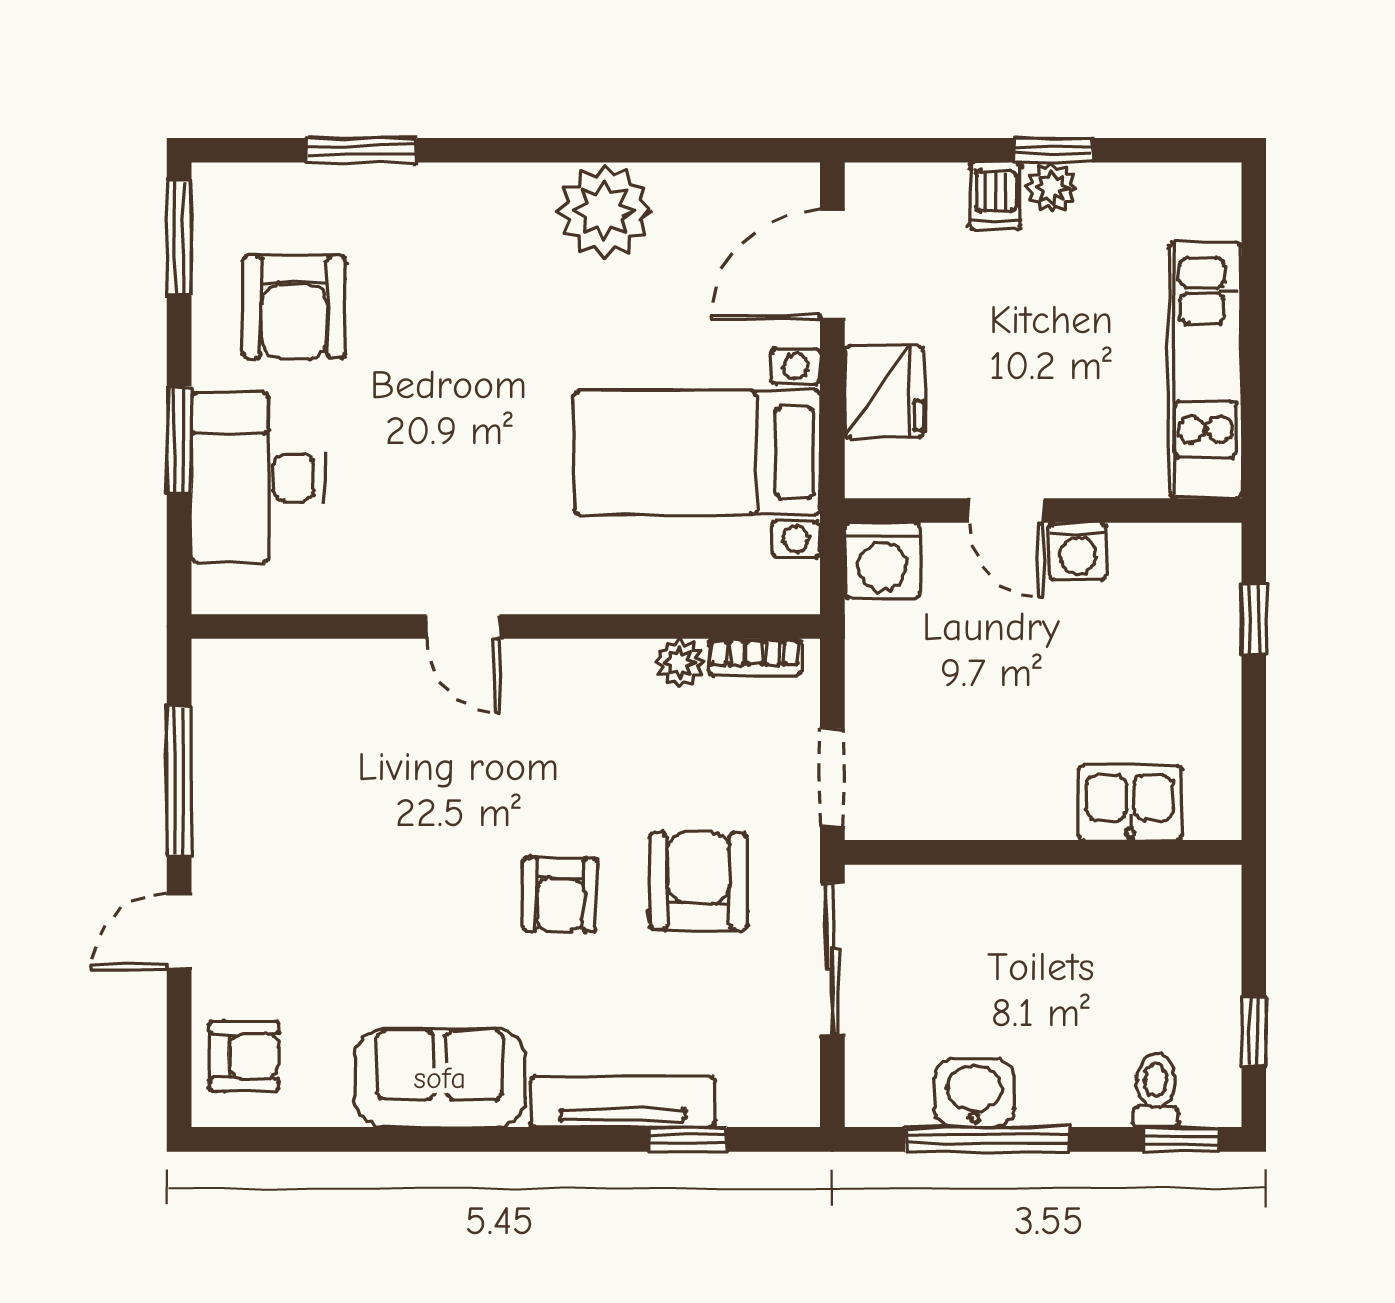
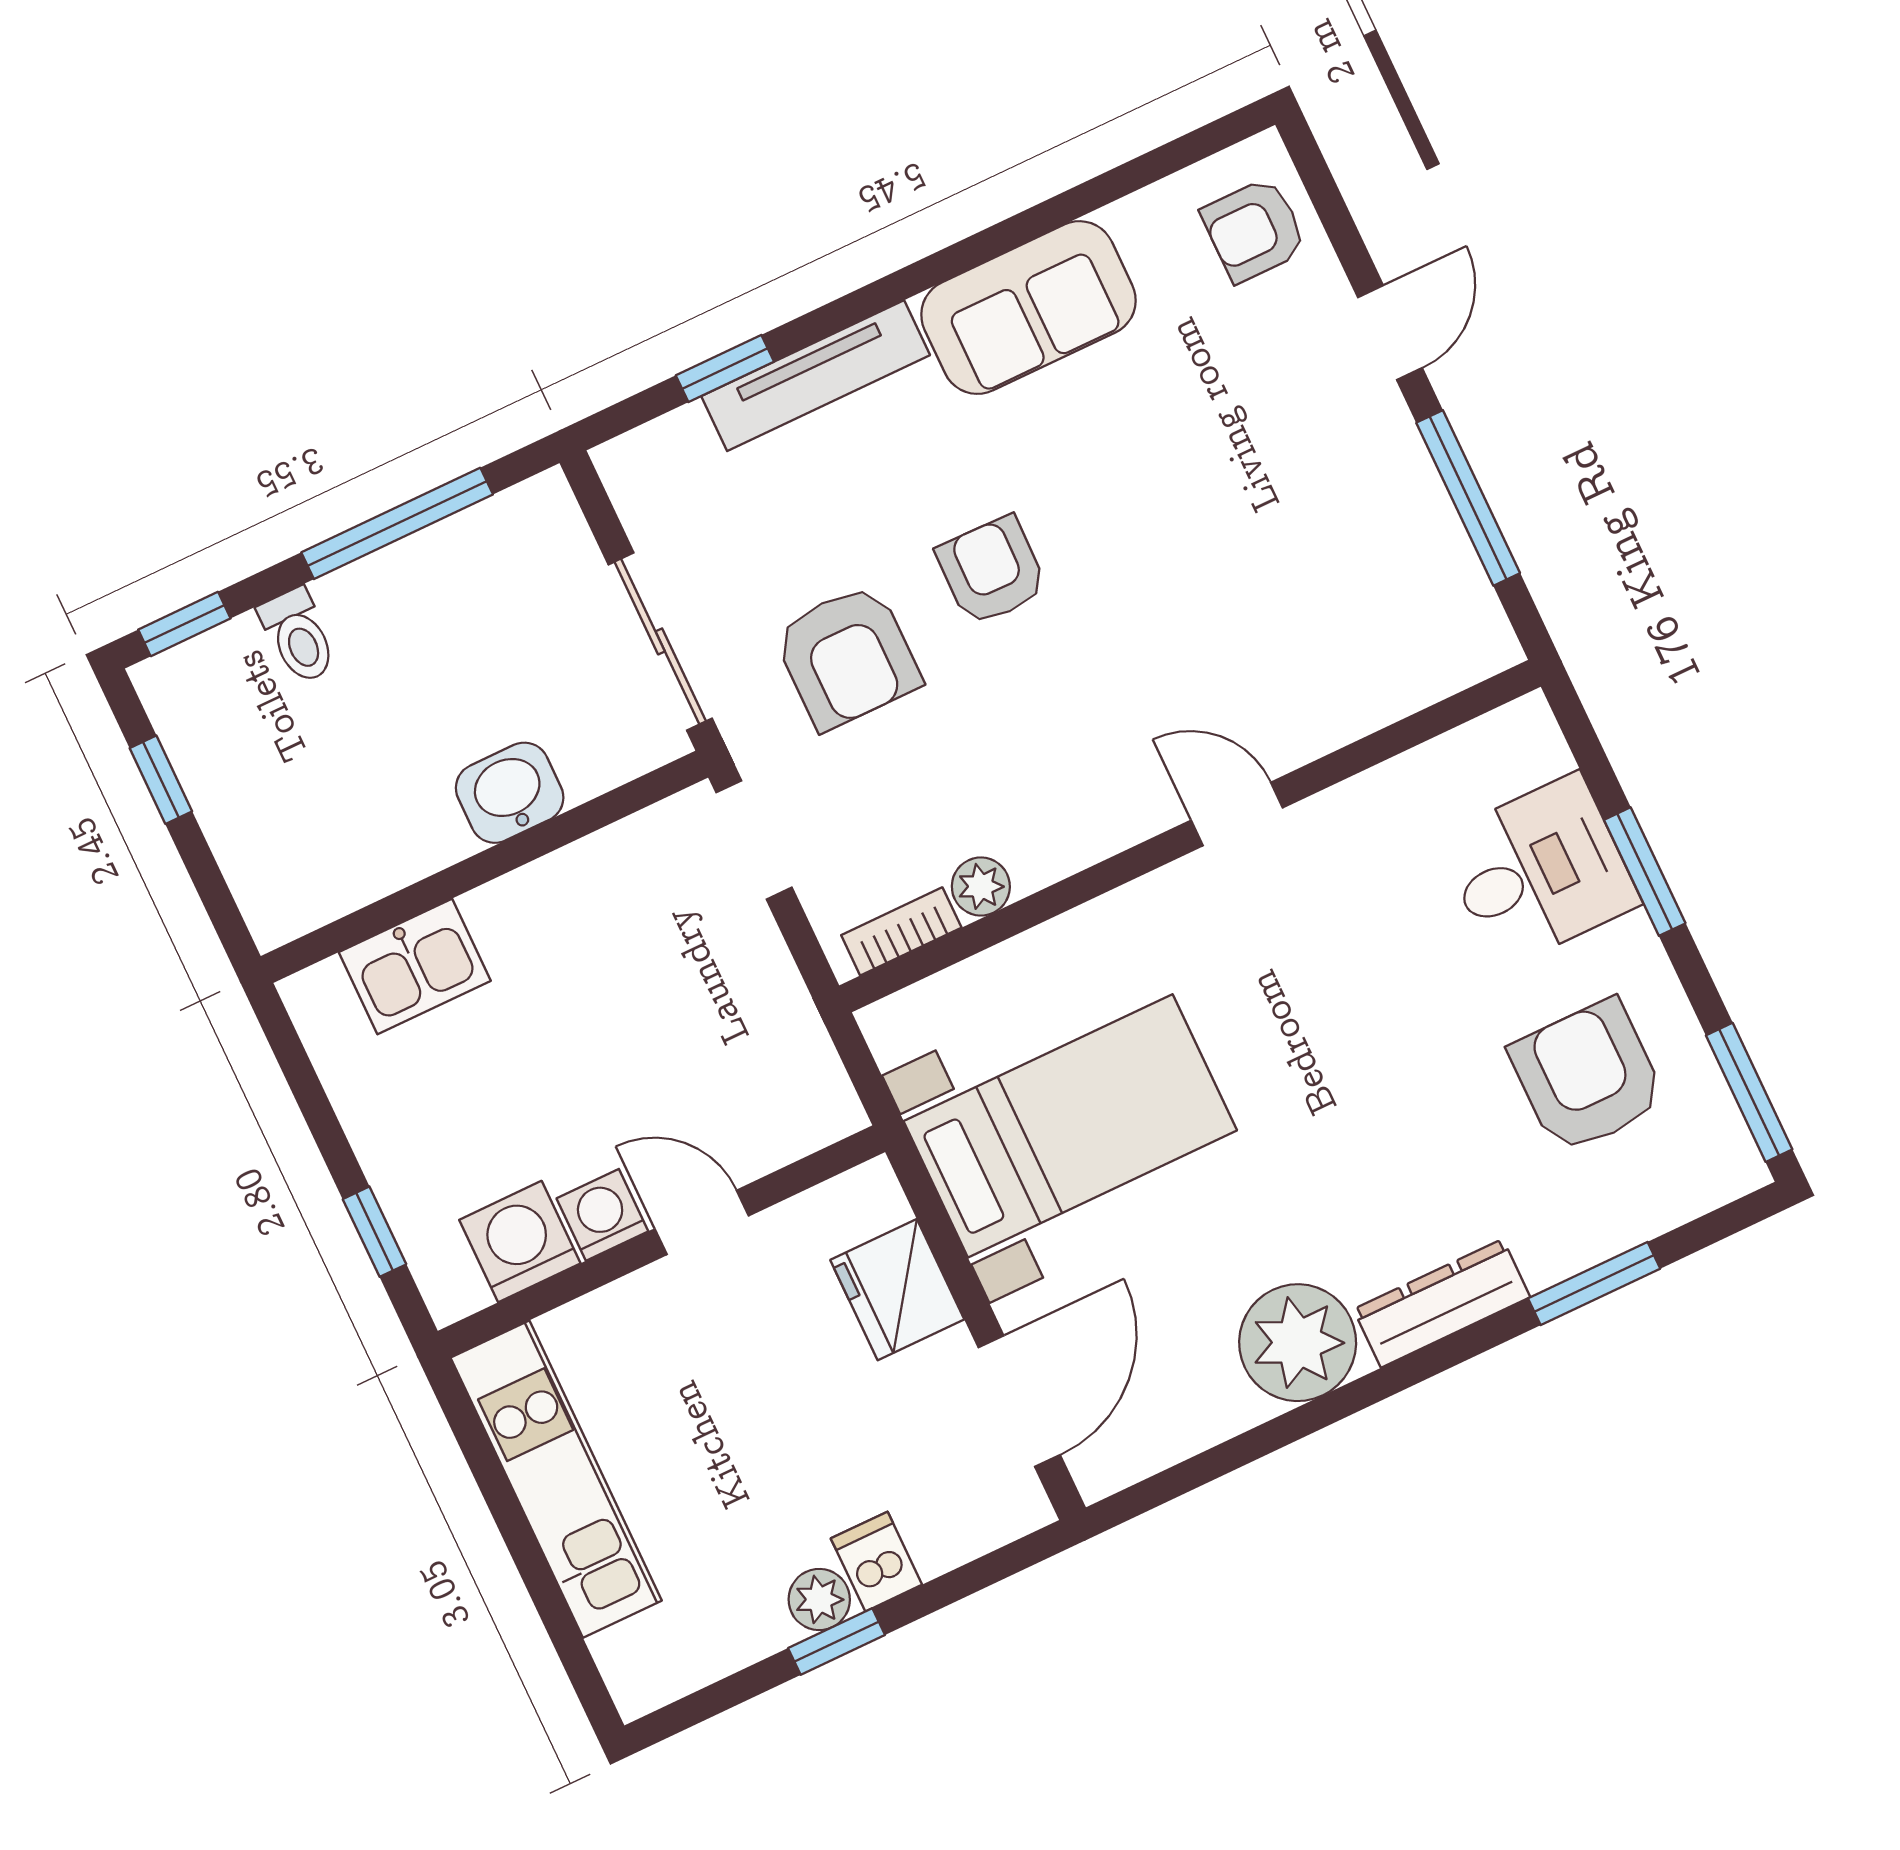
dresser: (483, 189) -> (1442, 1303), added
desk: (258, 478) -> (1539, 871), width x0.73
washing machine: (882, 560) -> (520, 1242), moved
toilet: (1156, 1090) -> (298, 636), moved
washbasin: (974, 1093) -> (510, 793), moved, turned 180

